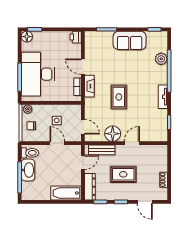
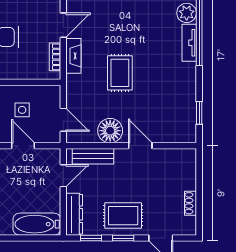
door: (83, 67) -> (63, 25), swing flipped
tv unit: (163, 97) -> (189, 43), moved
door: (132, 143) -> (140, 146), hinge flipped
rug: (123, 174) -> (123, 216), moved

